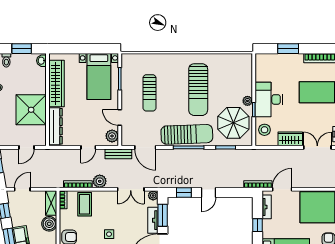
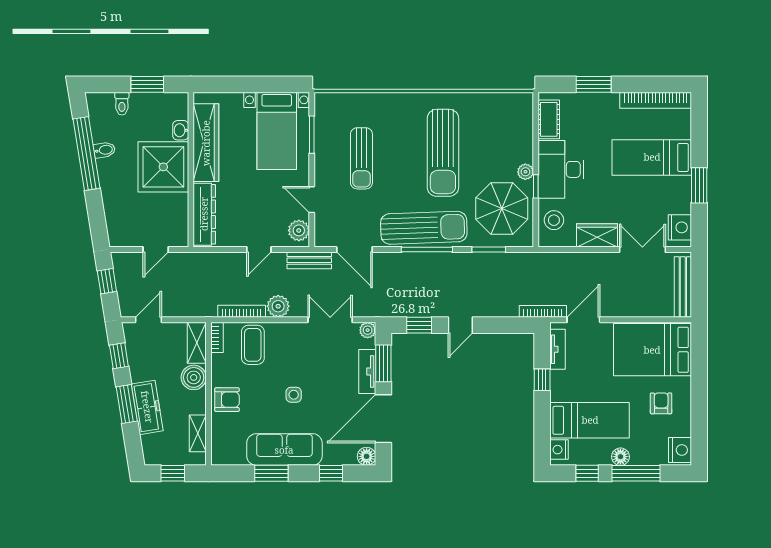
washbasin: (41, 61) -> (181, 130), moved
cot: (261, 70) -> (549, 119), added
shower: (31, 110) -> (163, 167), moved
double door: (131, 189) -> (330, 320), swing flipped

